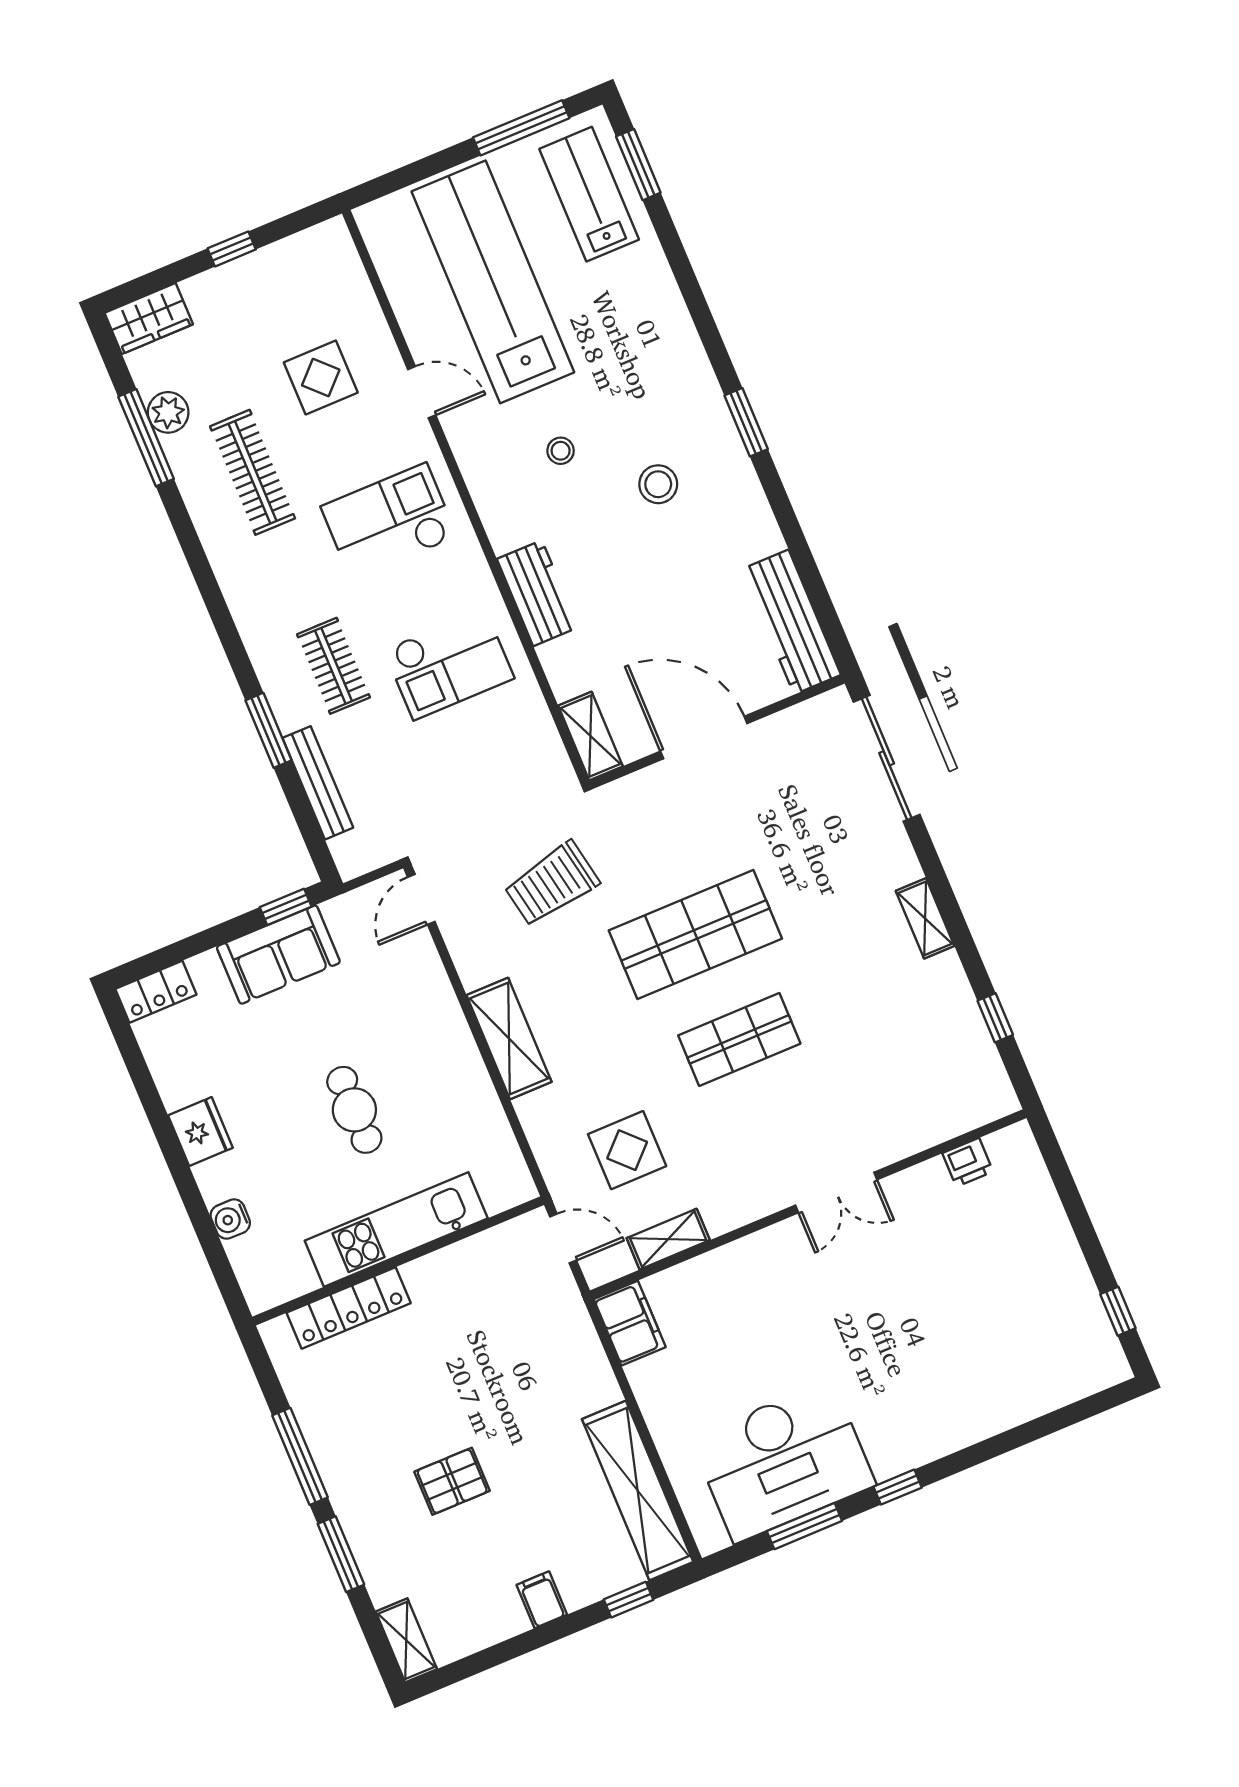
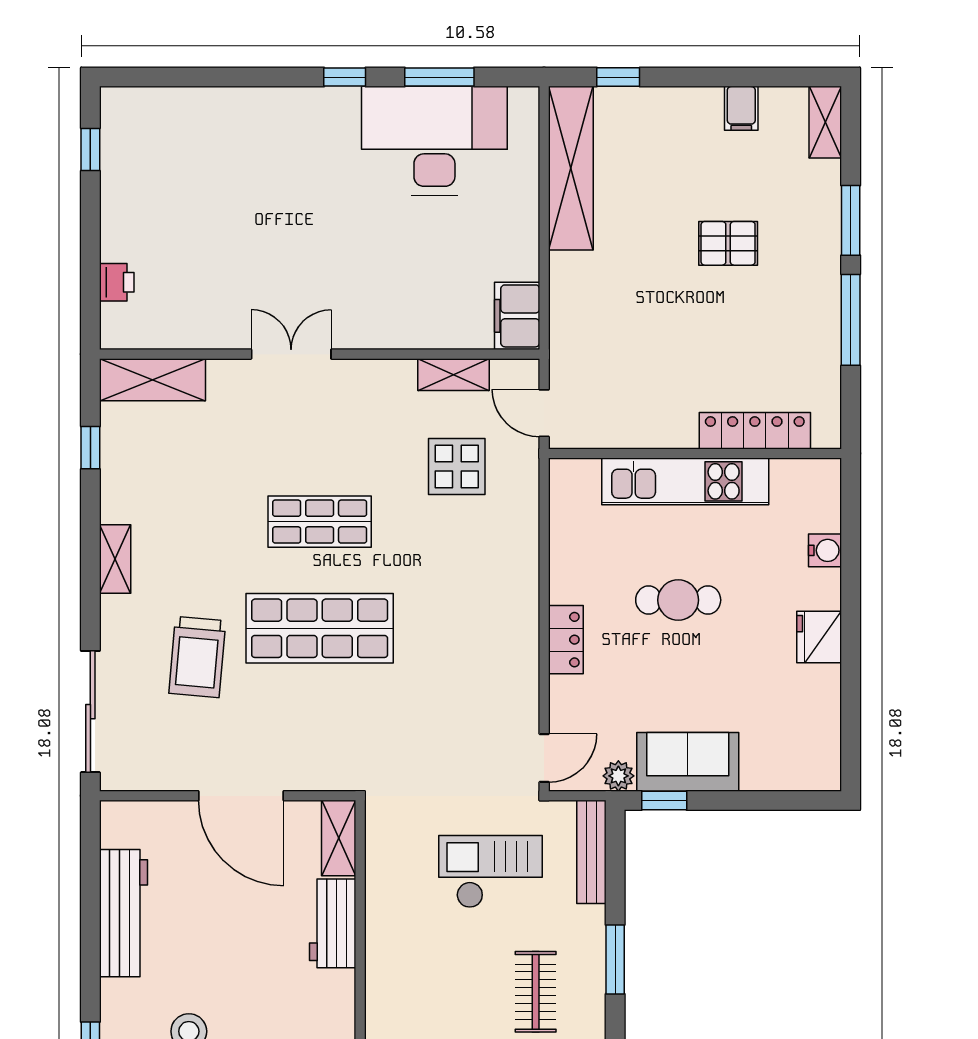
workbench: (538, 593) -> (333, 923), moved
workbench: (791, 622) -> (124, 913), moved
checkout: (449, 664) -> (490, 872), moved
bench: (318, 783) -> (591, 852), moved
trolley: (552, 884) -> (197, 657), moved, turned 106
plant: (341, 912) -> (618, 776), added
locker: (156, 992) -> (566, 640), moved, turned 90
shelving: (509, 1038) -> (153, 380), moved, turned 90
cafe table: (354, 1110) -> (678, 600), turned 90
printer: (968, 1162) -> (117, 282), moved, turned 90
filing cabinet: (542, 1600) -> (741, 108), moved

